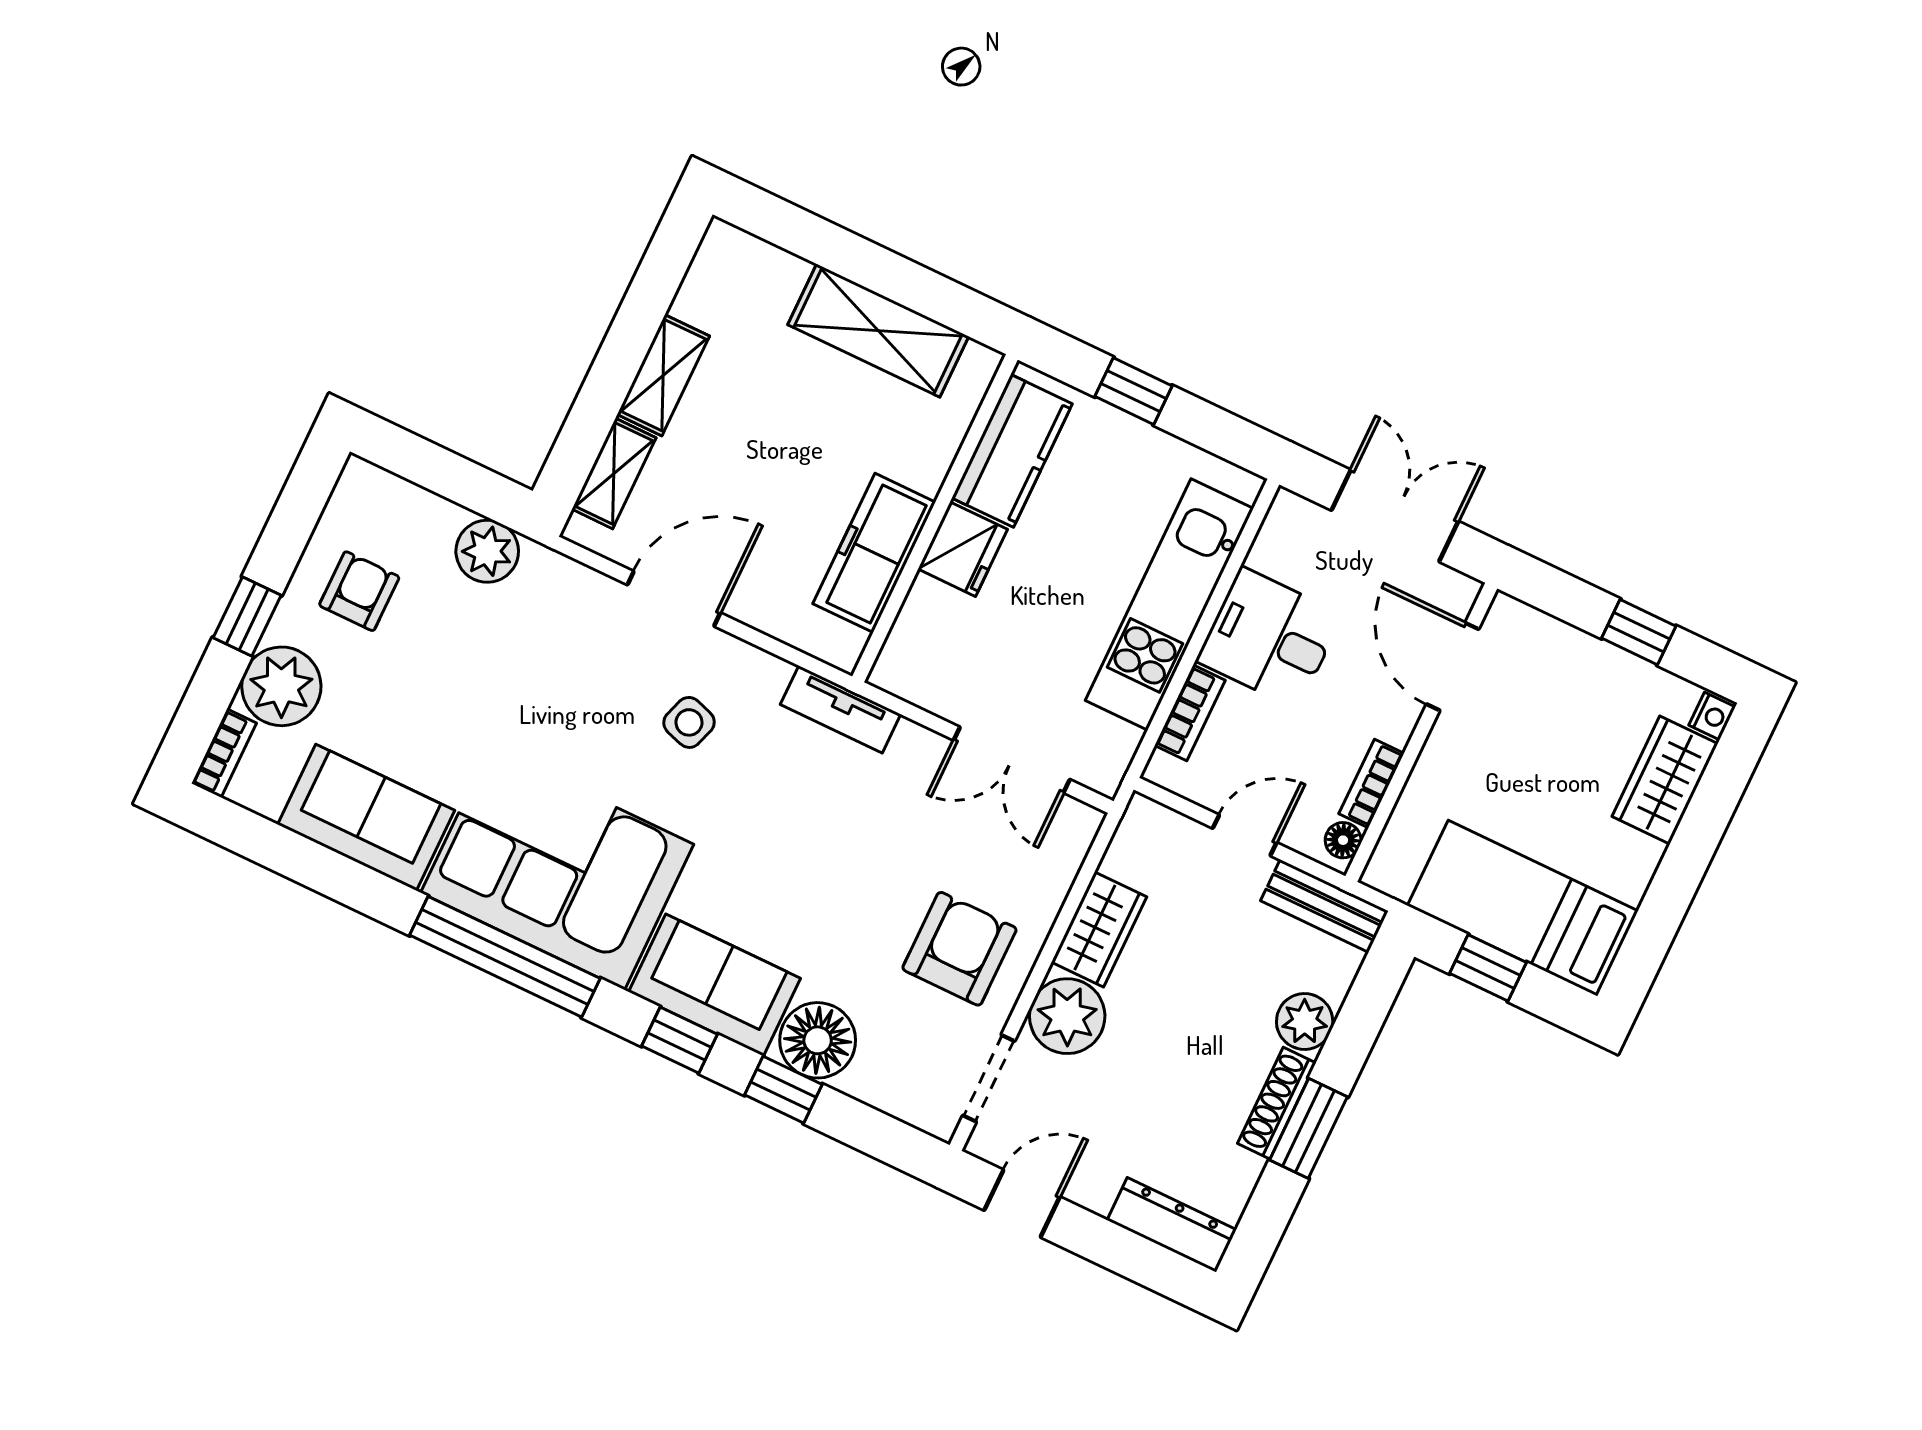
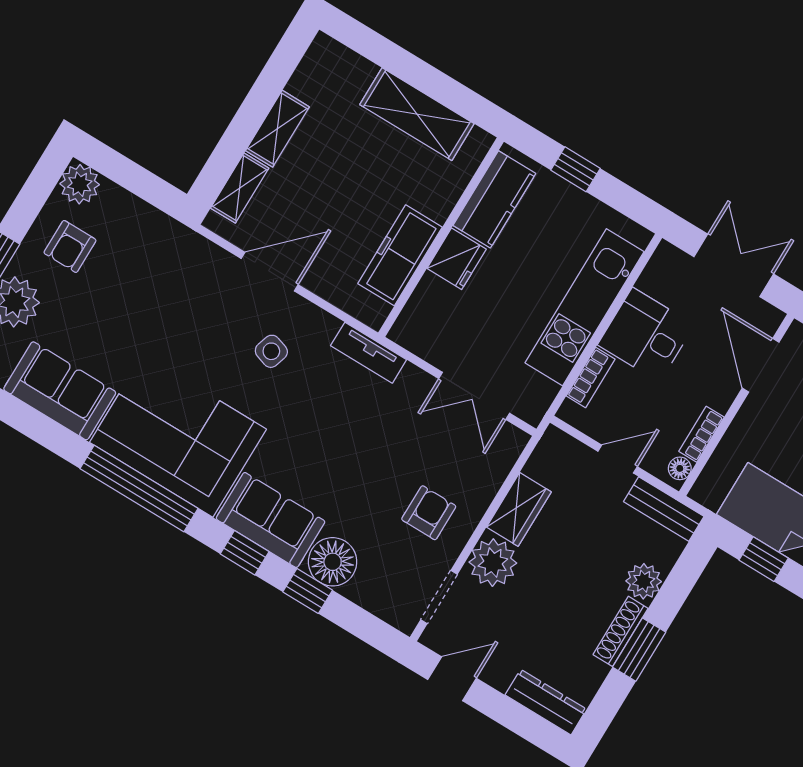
plant: (487, 551) -> (80, 184), moved
armchair: (359, 591) -> (70, 246), turned 180
armchair: (959, 949) -> (429, 513), width x0.72, depth x0.72

